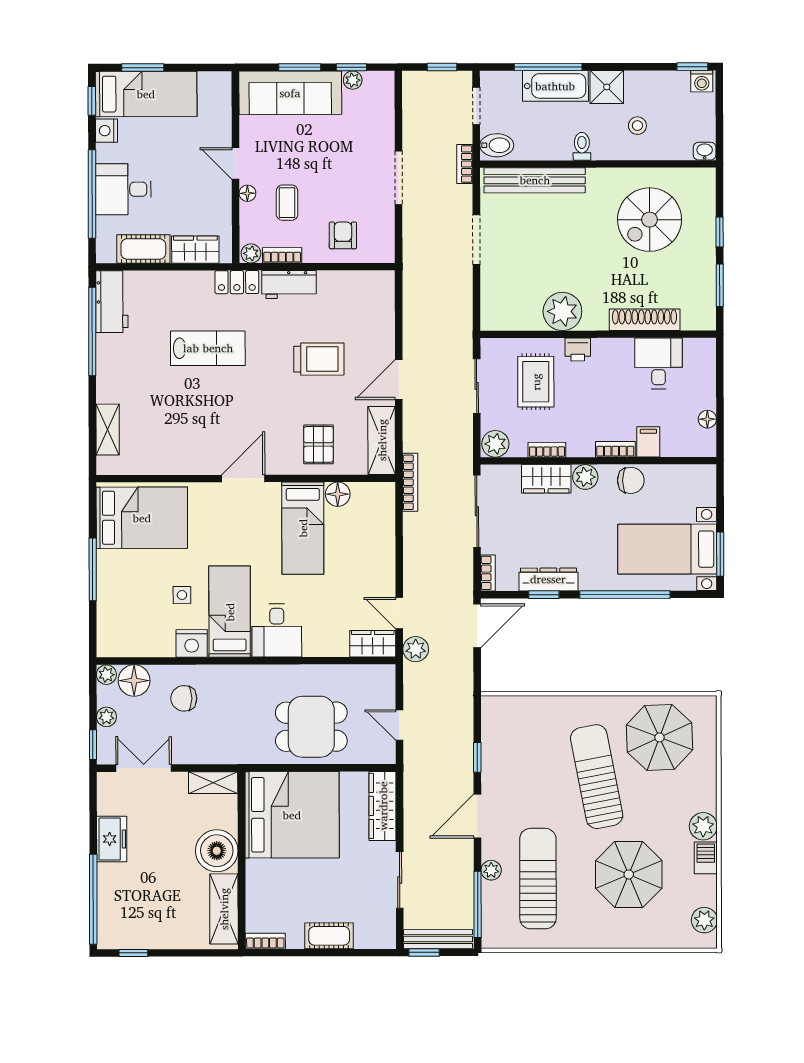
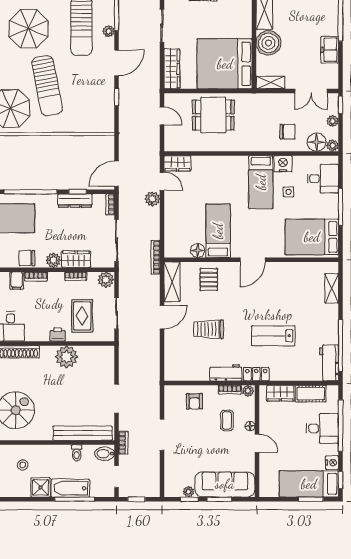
toilet: (582, 146) -> (77, 453), moved
desk: (277, 631) -> (323, 179), moved, turned 90
plant: (416, 649) -> (152, 199), moved

